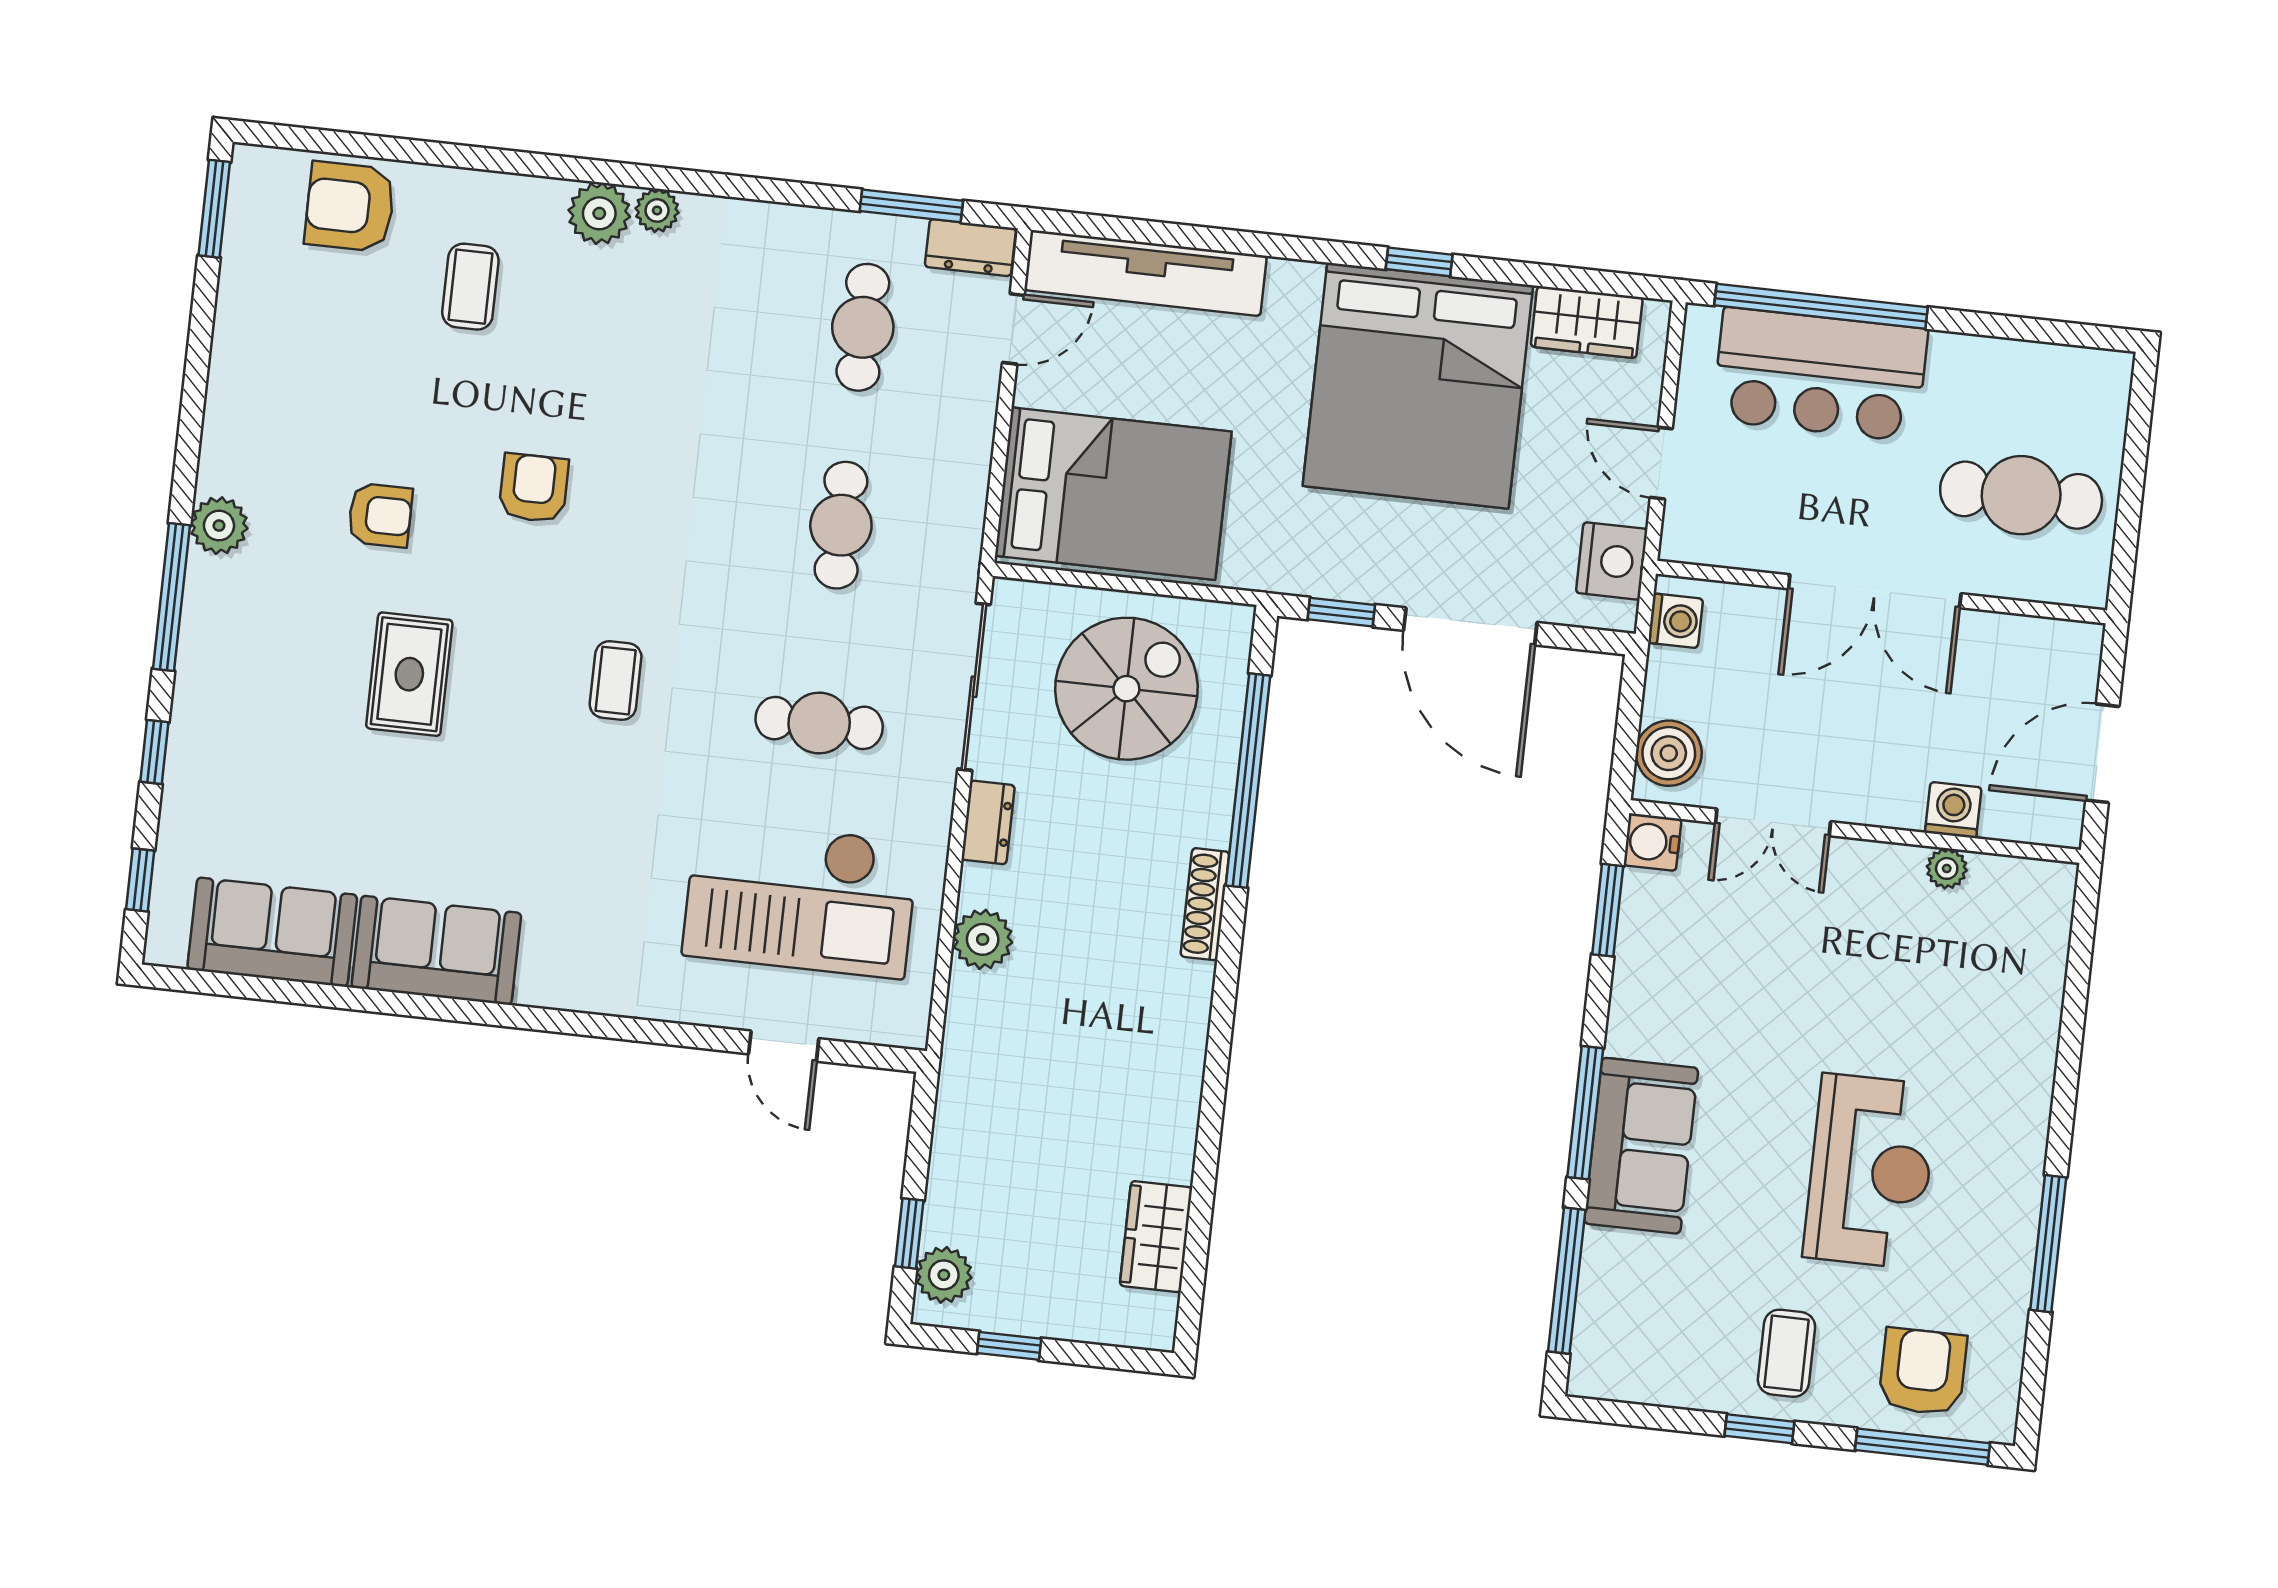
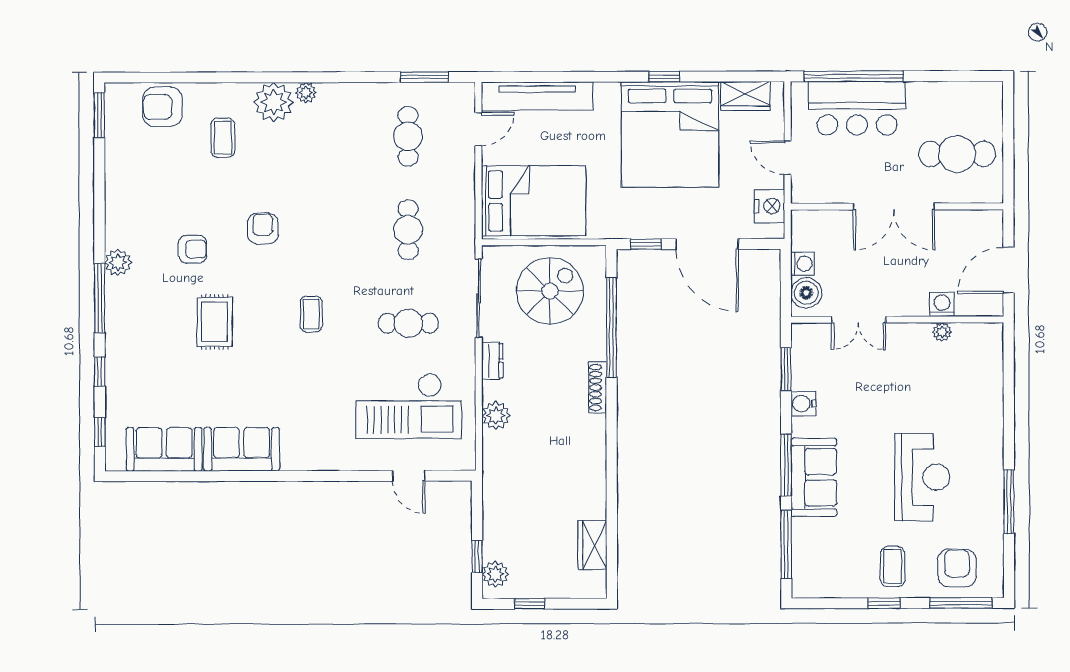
plant: (599, 213) -> (274, 102), width x1.36, depth x1.36
dresser: (970, 248) -> (454, 93), removed
washing machine: (1675, 621) -> (803, 264), moved
water cooler: (1652, 842) -> (803, 404), moved

